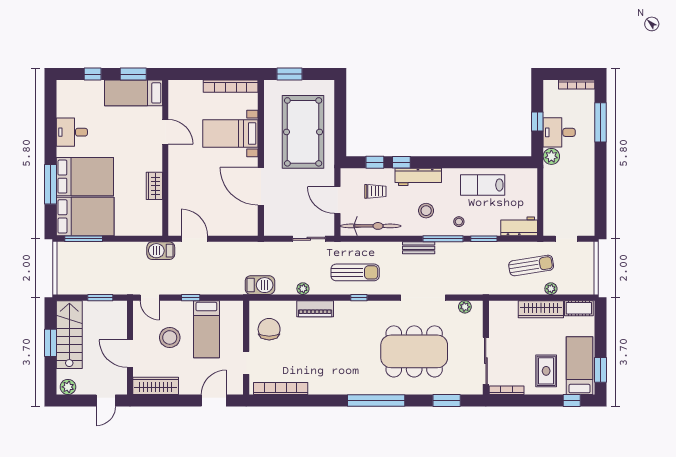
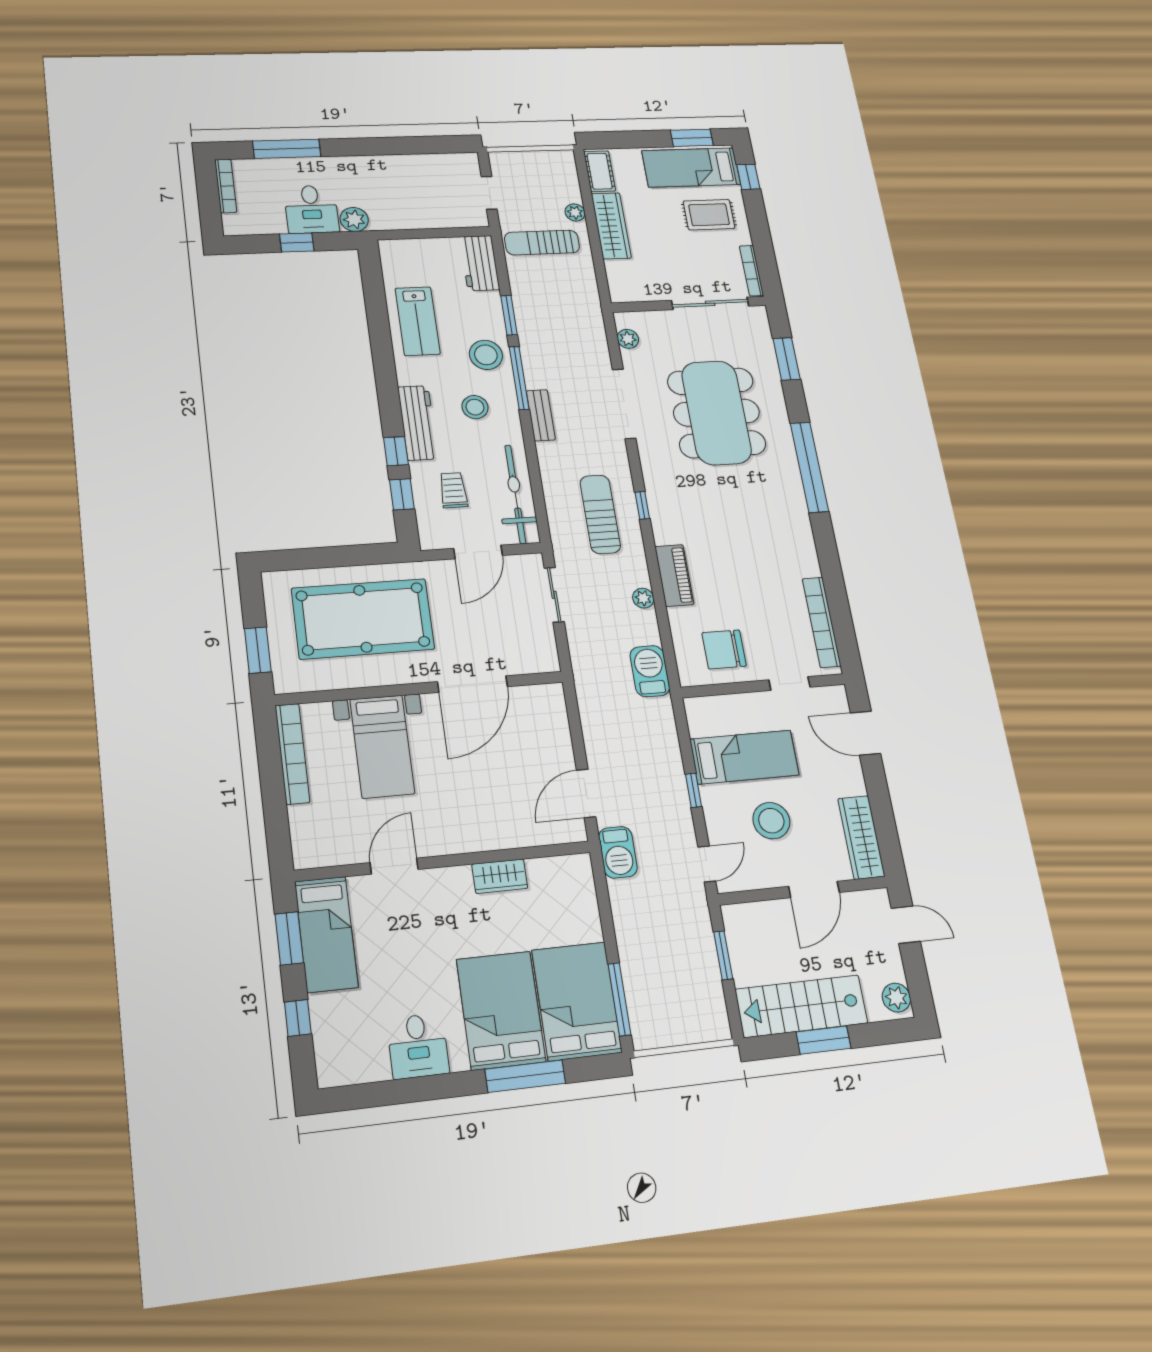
stool: (459, 222) -> (486, 355), width x1.89, depth x1.89
sun lounger: (531, 266) -> (542, 243), turned -81

